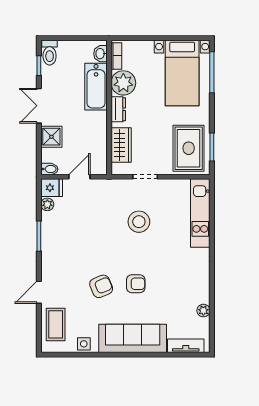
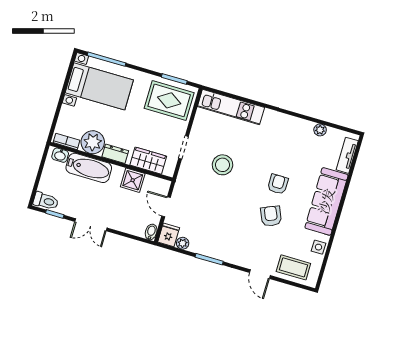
shower: (51, 137) -> (133, 180), moved

